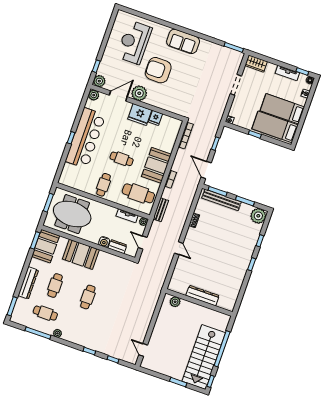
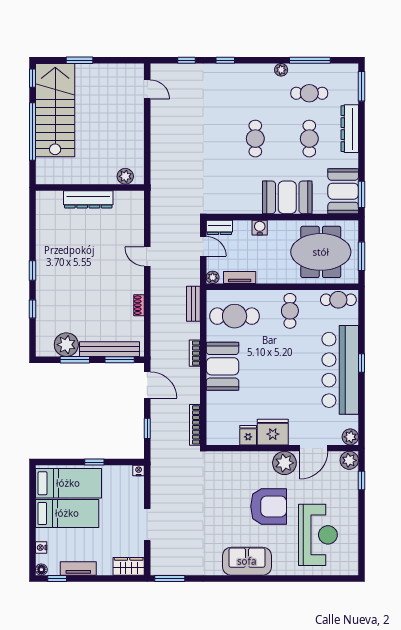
cafe table: (122, 159) -> (338, 300), moved
plant: (258, 216) -> (66, 345), moved
dresser: (117, 247) -> (219, 227), moved

